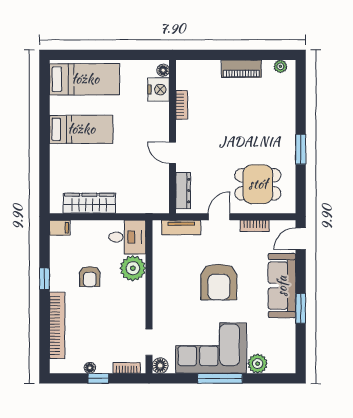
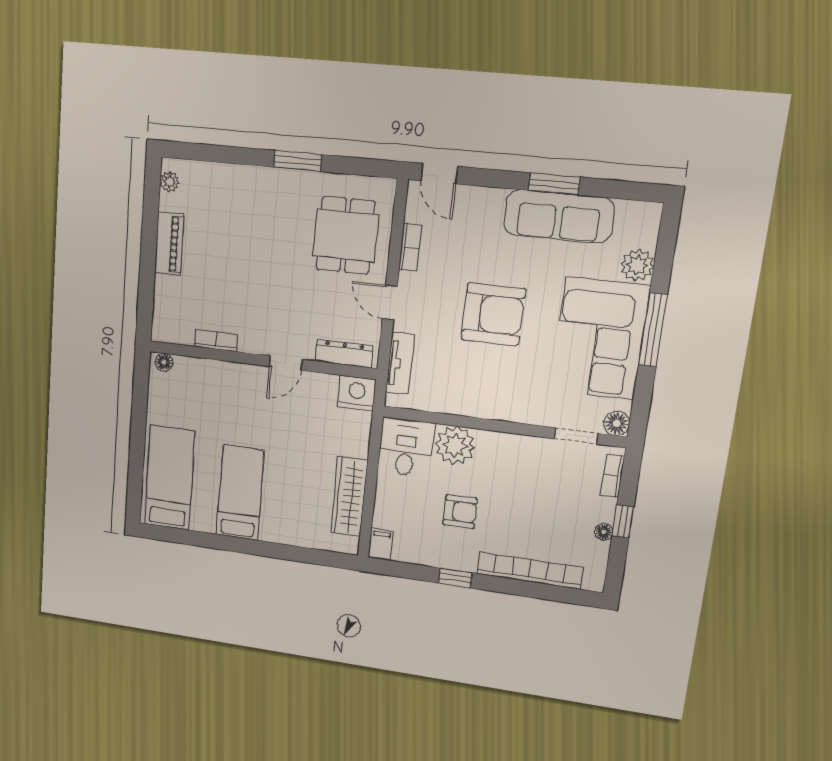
nightstand: (159, 90) -> (357, 393), moved
sofa: (282, 286) -> (559, 216), moved

